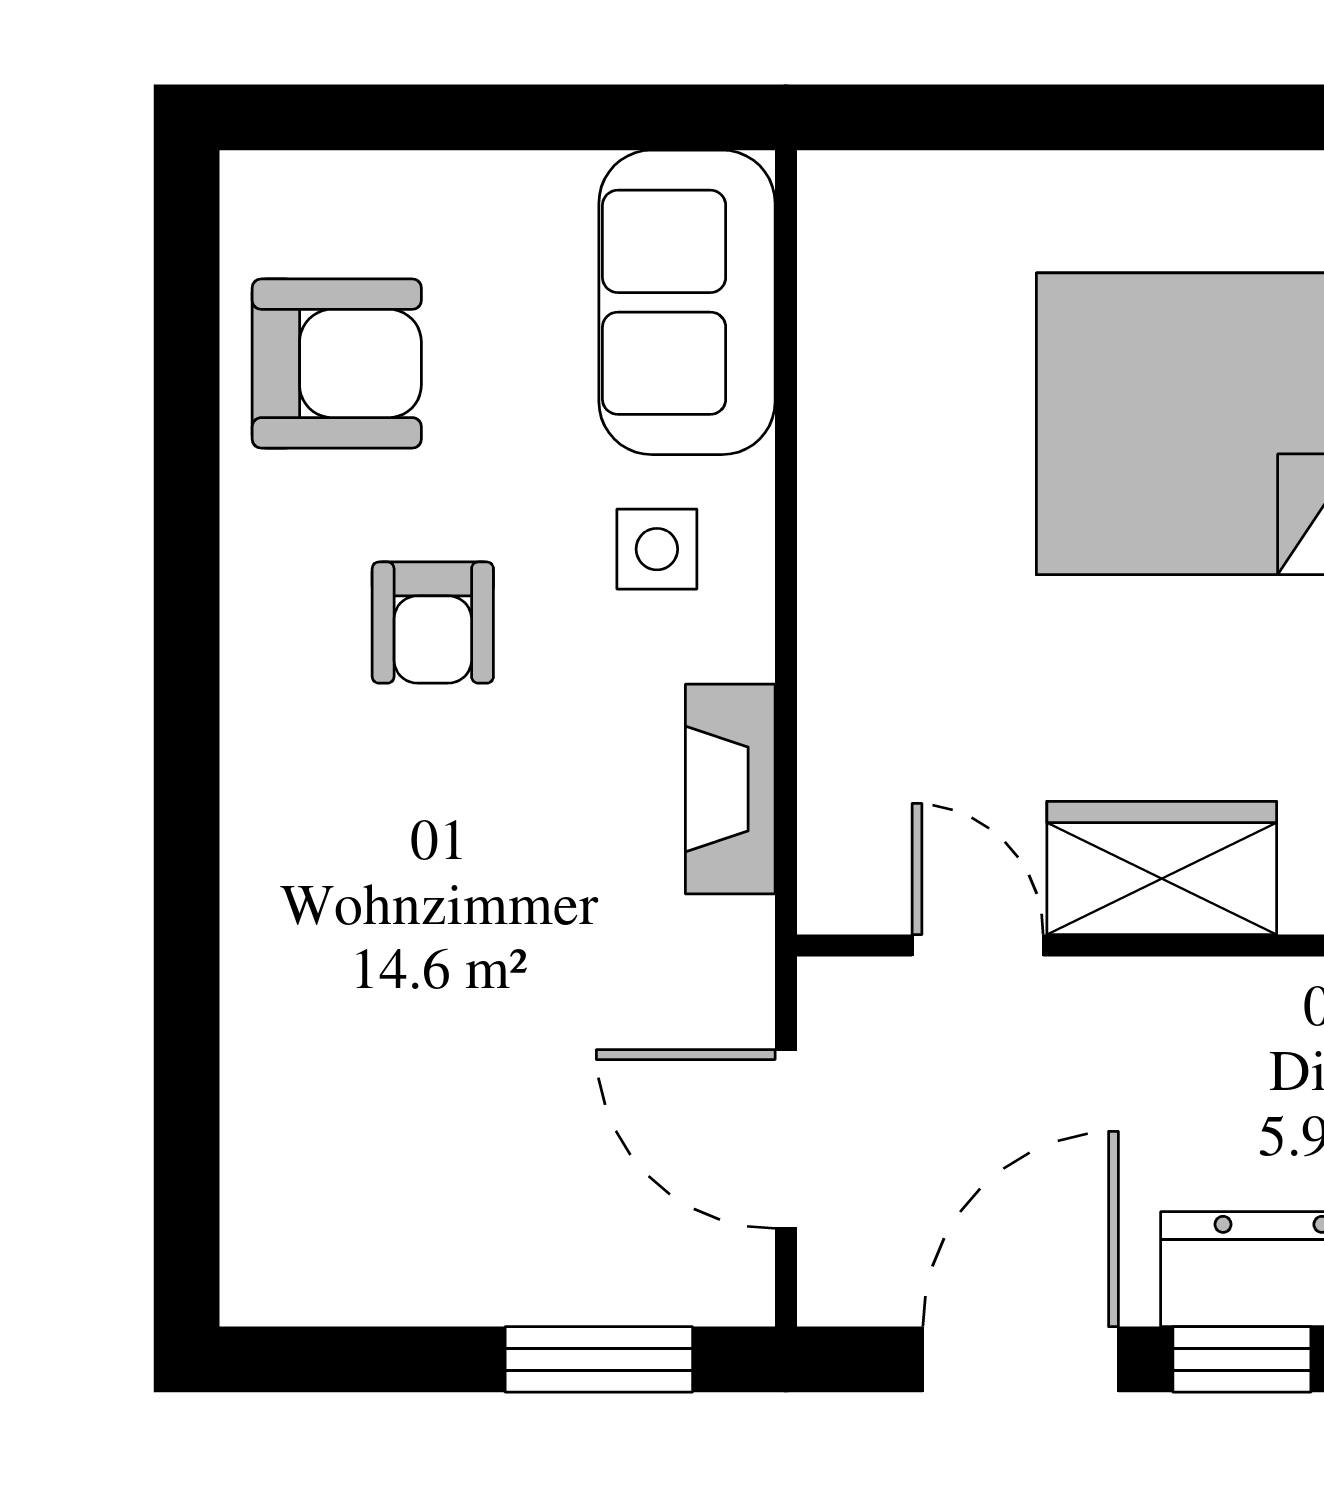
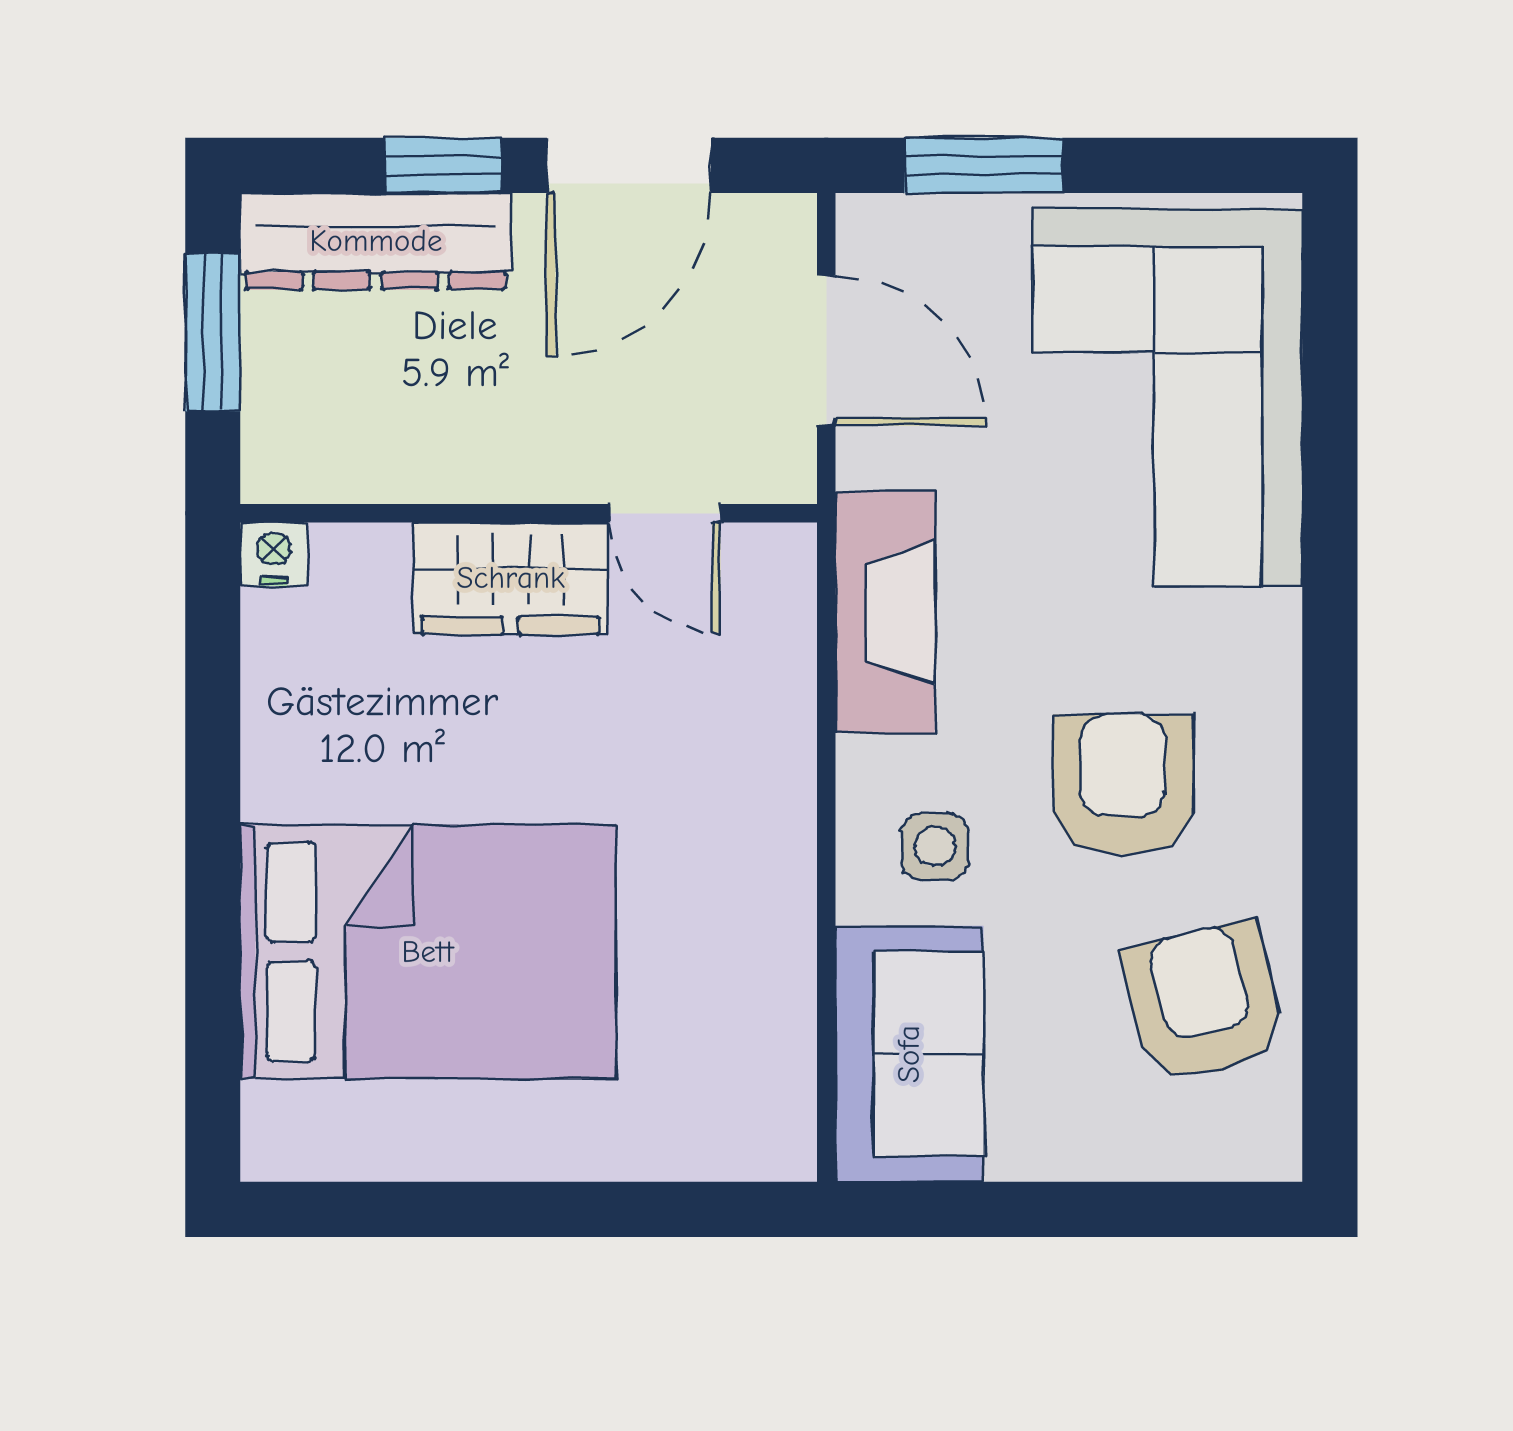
armchair: (337, 363) -> (1204, 1002), turned 76
armchair: (433, 623) -> (1123, 785), width x1.38, depth x1.38
fireplace: (730, 789) -> (885, 612), width x1.37, depth x1.32
corner sofa: (380, 1083) -> (1168, 398), added

